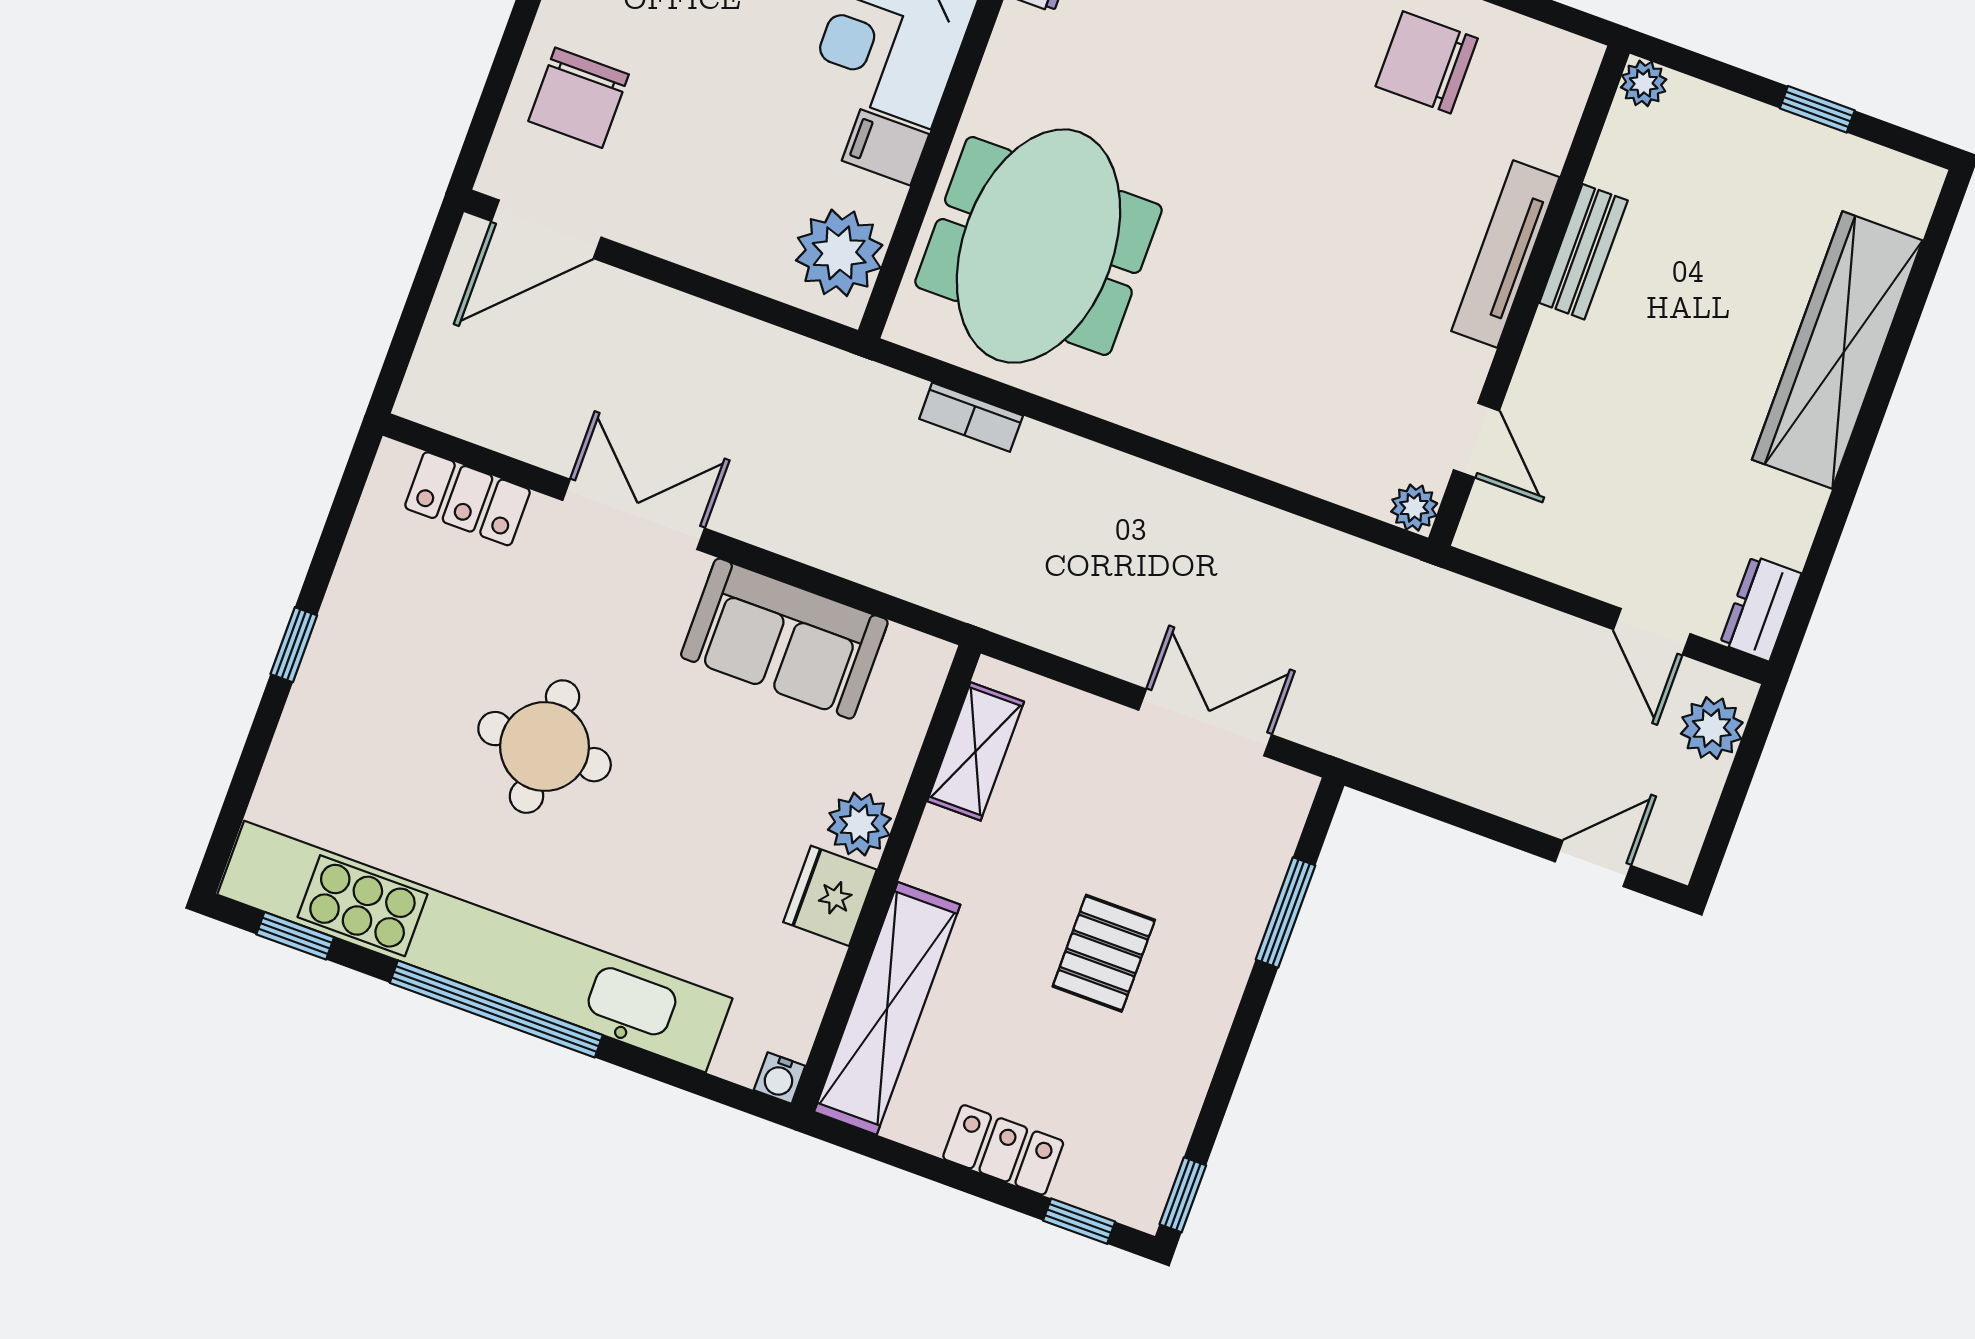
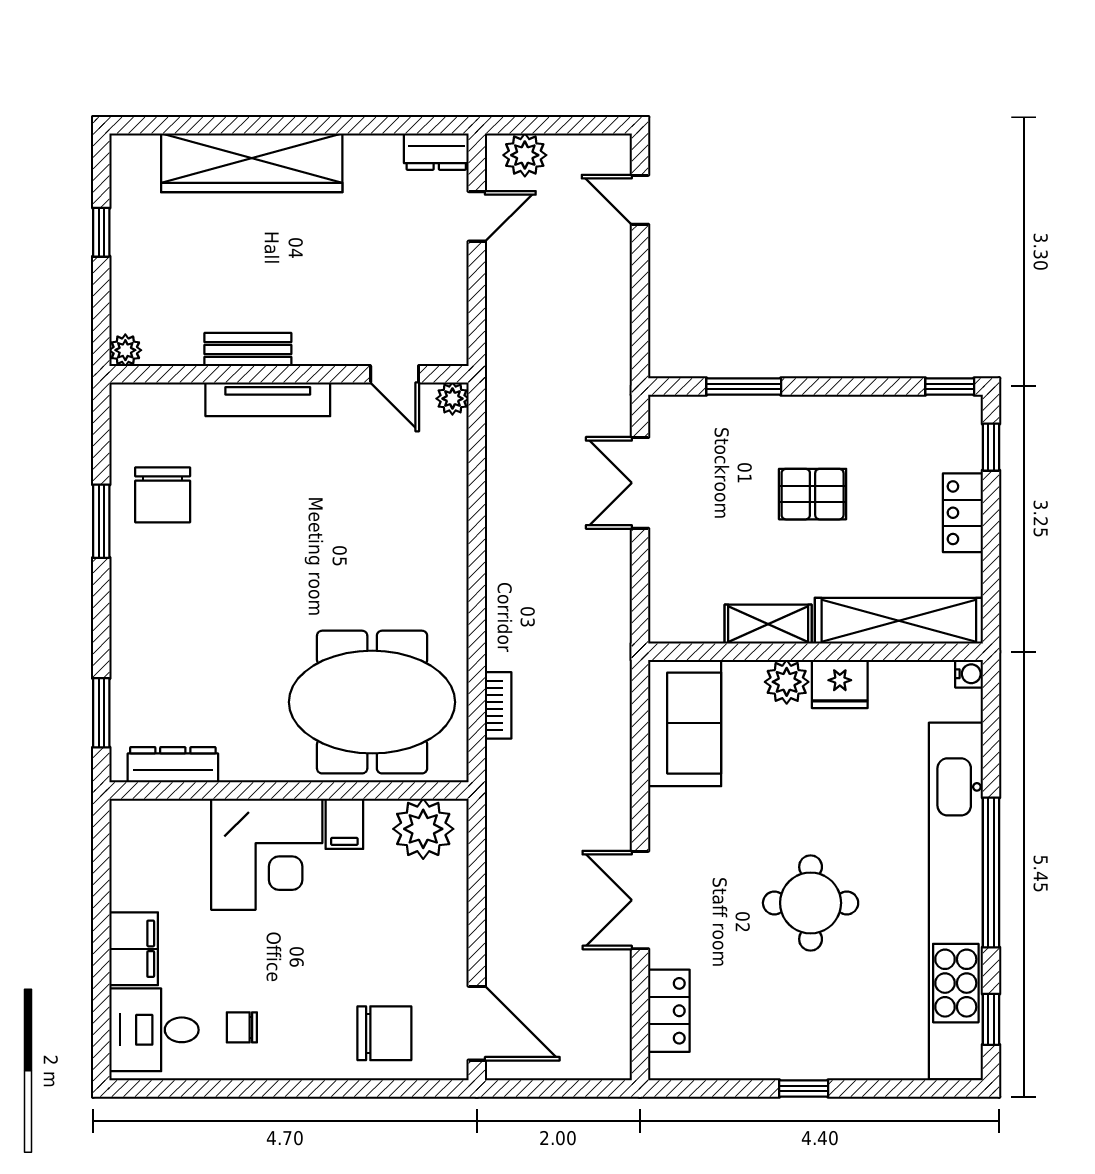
door: (1476, 440) -> (395, 374), swing flipped
sofa: (784, 639) -> (685, 723), moved
shelving: (976, 751) -> (768, 624), moved

